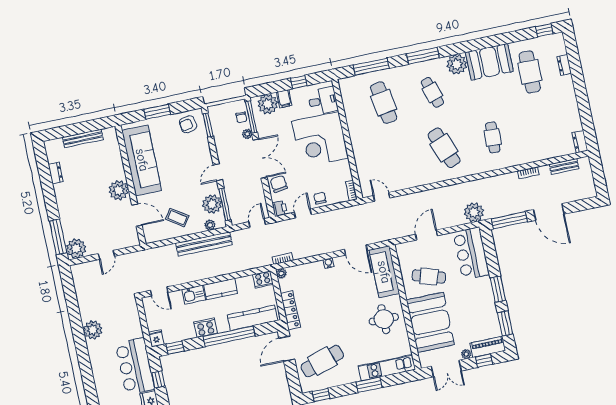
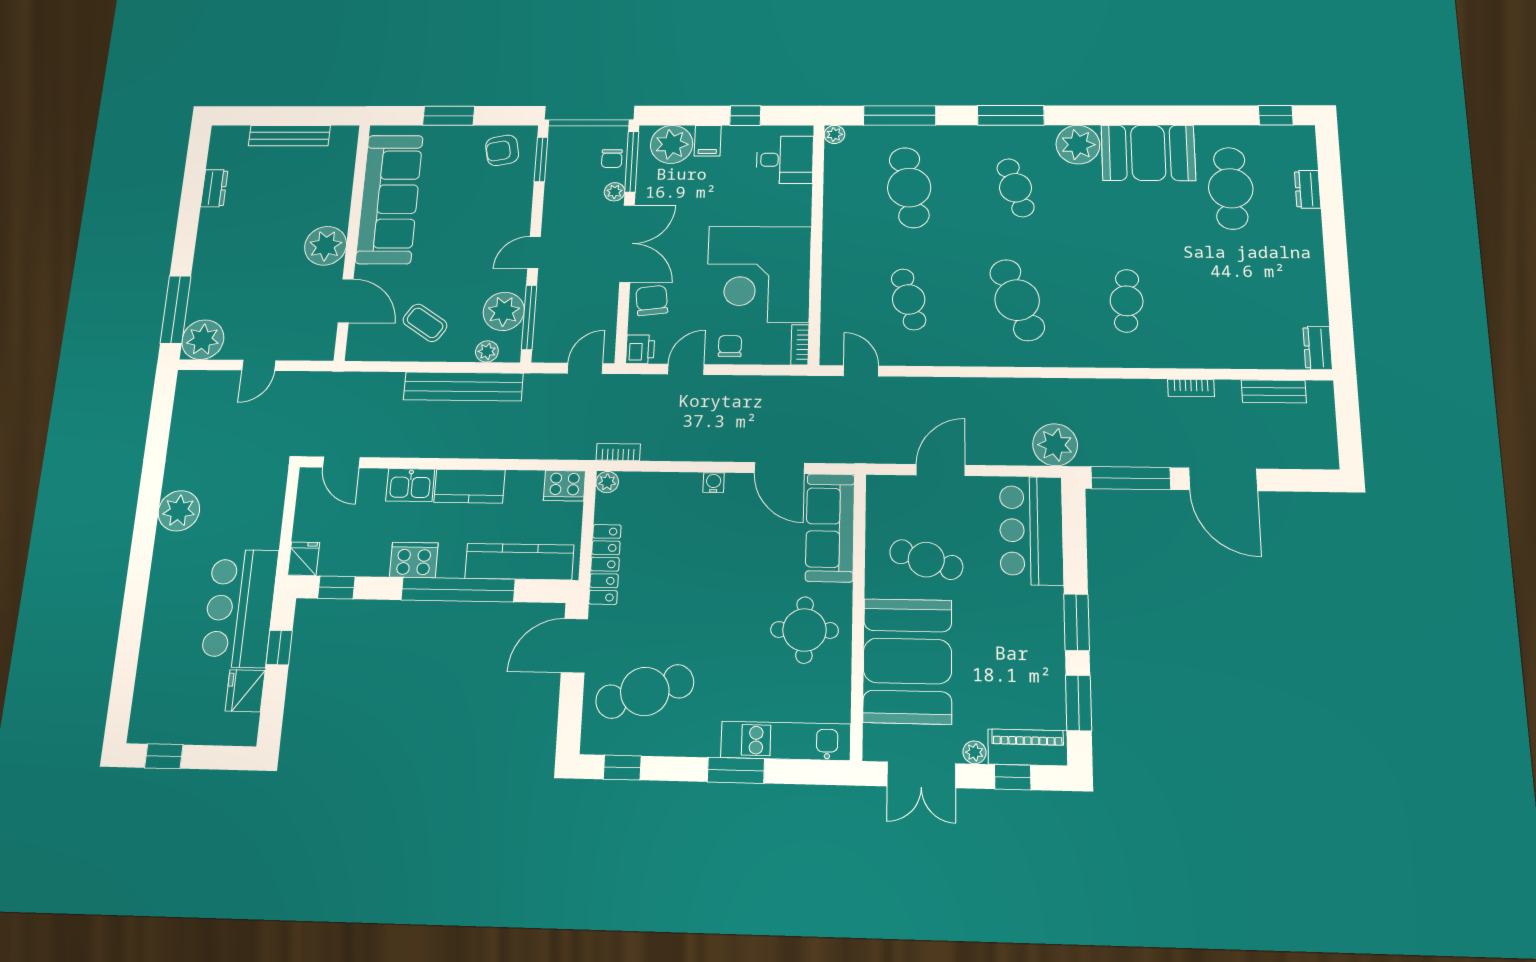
plant: (343, 83) -> (834, 134), added
corner desk: (320, 140) -> (759, 274), moved
cafe table: (395, 158) -> (909, 299), added

